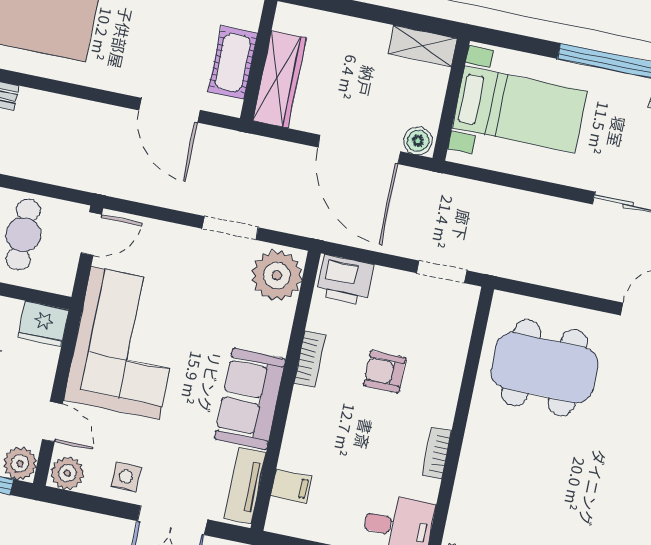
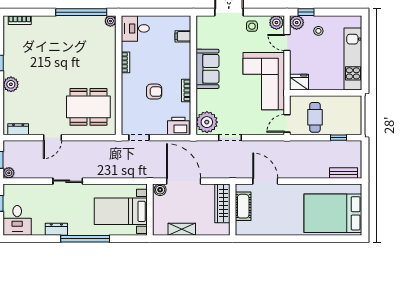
shelving: (423, 46) -> (182, 229), moved
tv unit: (245, 485) -> (202, 33), removed

